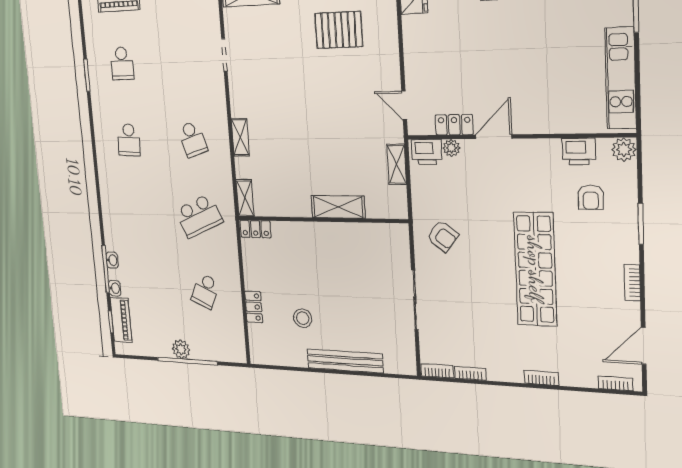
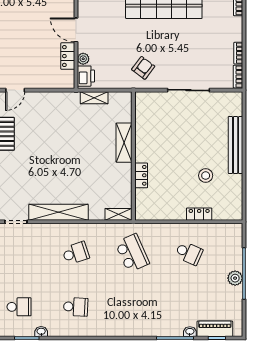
door: (404, 105) -> (15, 90), moved
shelving: (240, 137) -> (58, 212), width x2.20, depth x1.33
locker: (255, 229) -> (141, 175), moved
washbasin: (112, 260) -> (41, 332), moved

